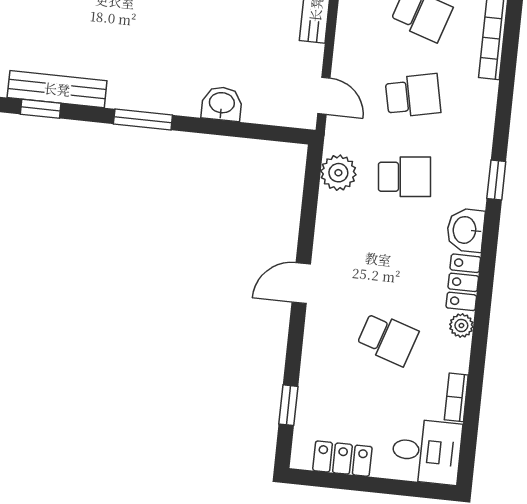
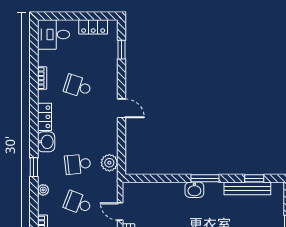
door: (324, 96) -> (120, 211), moved
school desk: (413, 96) -> (78, 203), turned 33
washbasin: (222, 104) -> (194, 190), moved
door: (301, 283) -> (122, 108), hinge flipped
plant: (461, 326) -> (43, 190), moved
bookcase: (456, 397) -> (42, 78), moved

